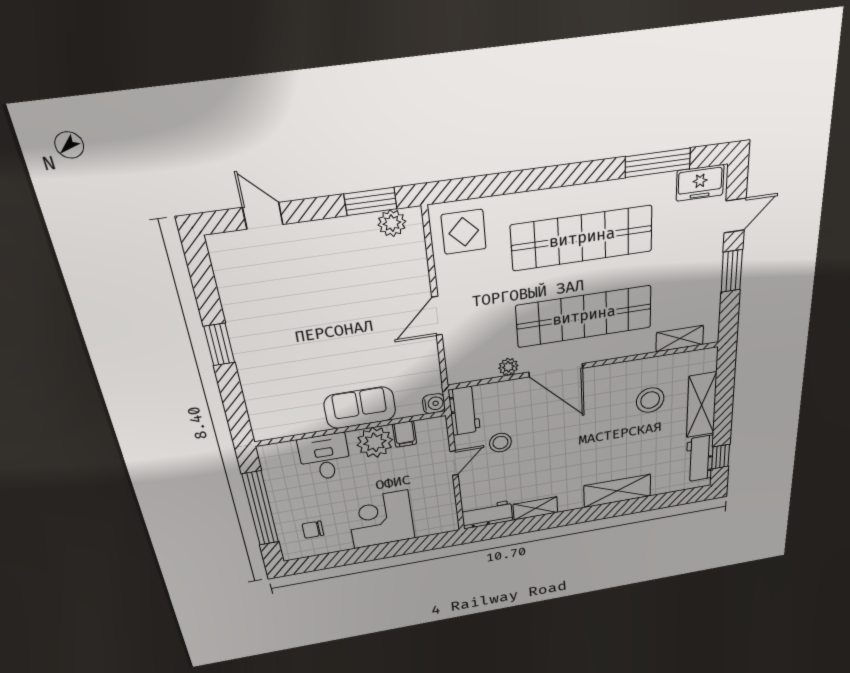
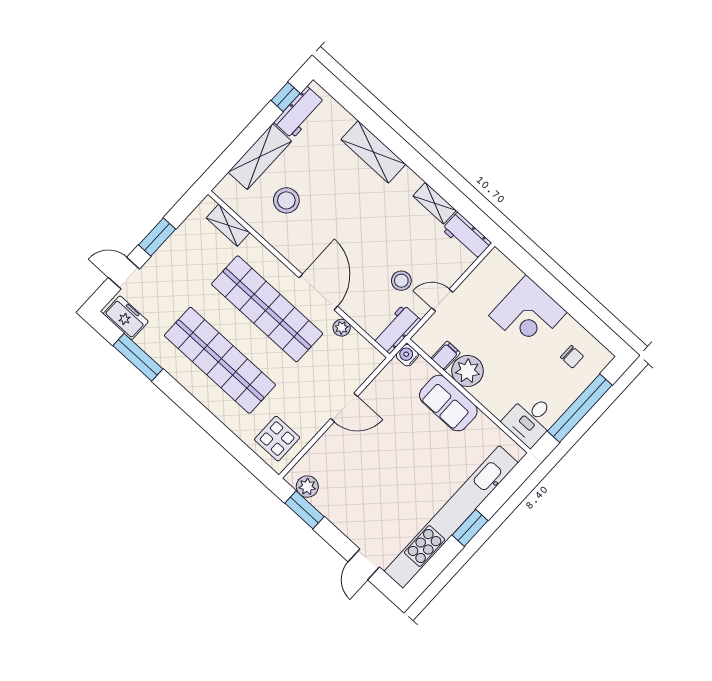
kitchen unit: (245, 335) -> (451, 517), added
desk: (325, 457) -> (530, 419), moved

